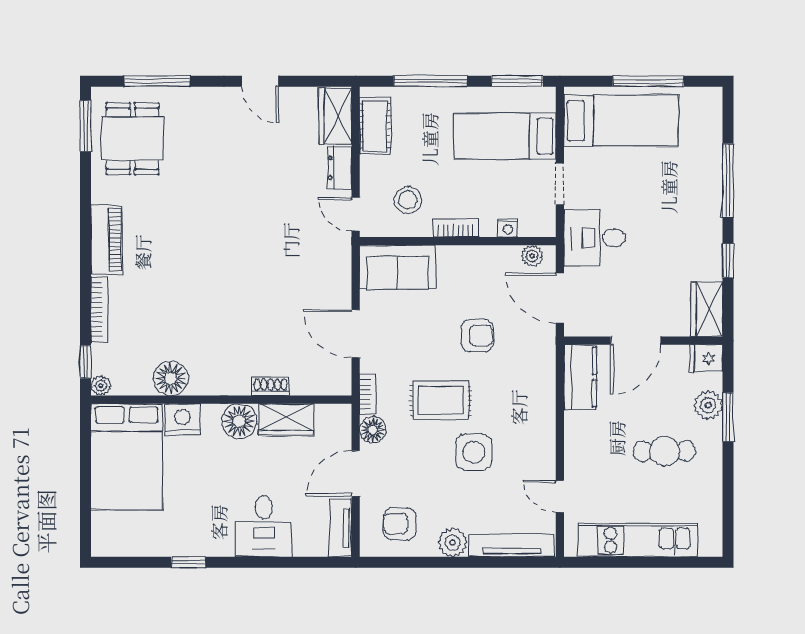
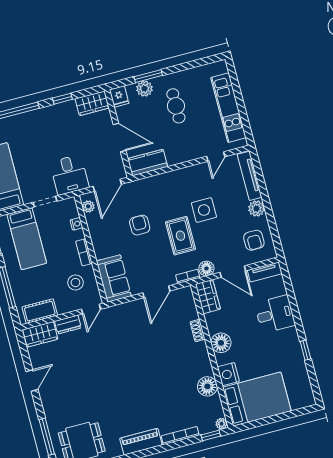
wardrobe: (286, 420) -> (208, 297), moved

